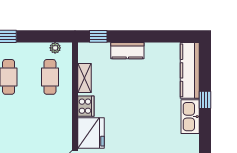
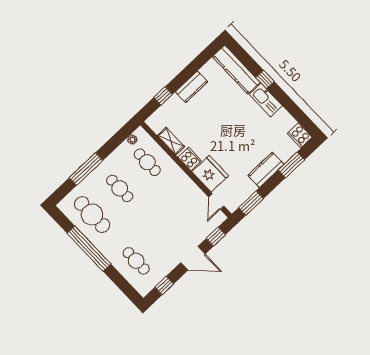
window: (98, 36) -> (163, 96), moved
kitchen counter: (127, 51) -> (192, 87), moved

